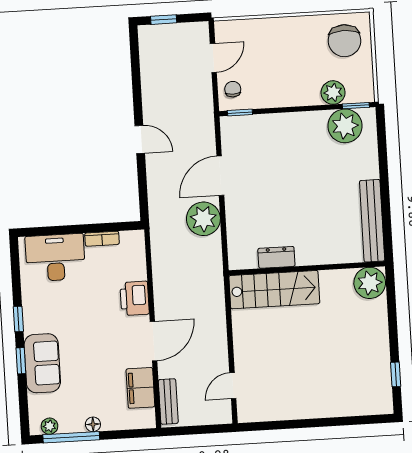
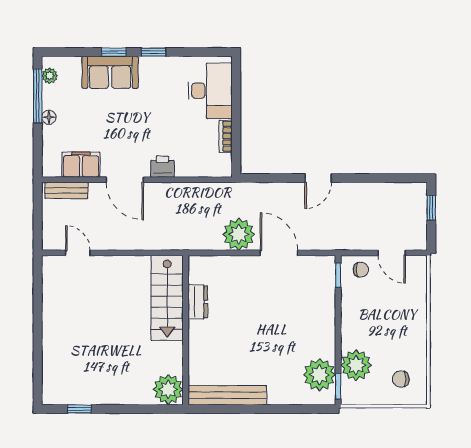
chair: (344, 41) -> (401, 379), width x0.54, depth x0.54
plant: (333, 93) -> (356, 365), width x1.36, depth x1.36
printer: (135, 298) -> (163, 167), width x0.73, depth x0.81

